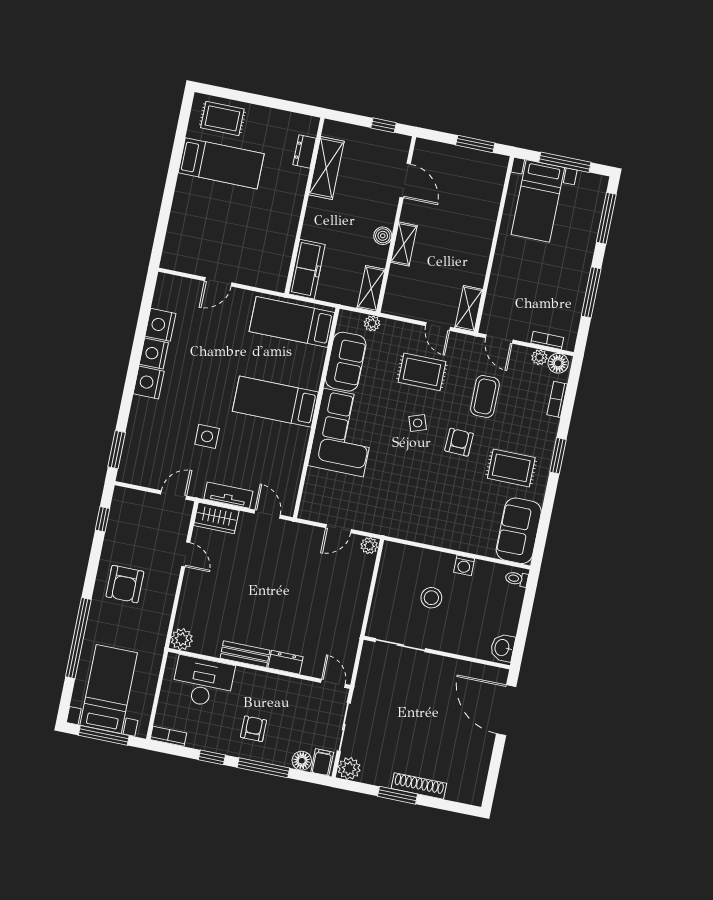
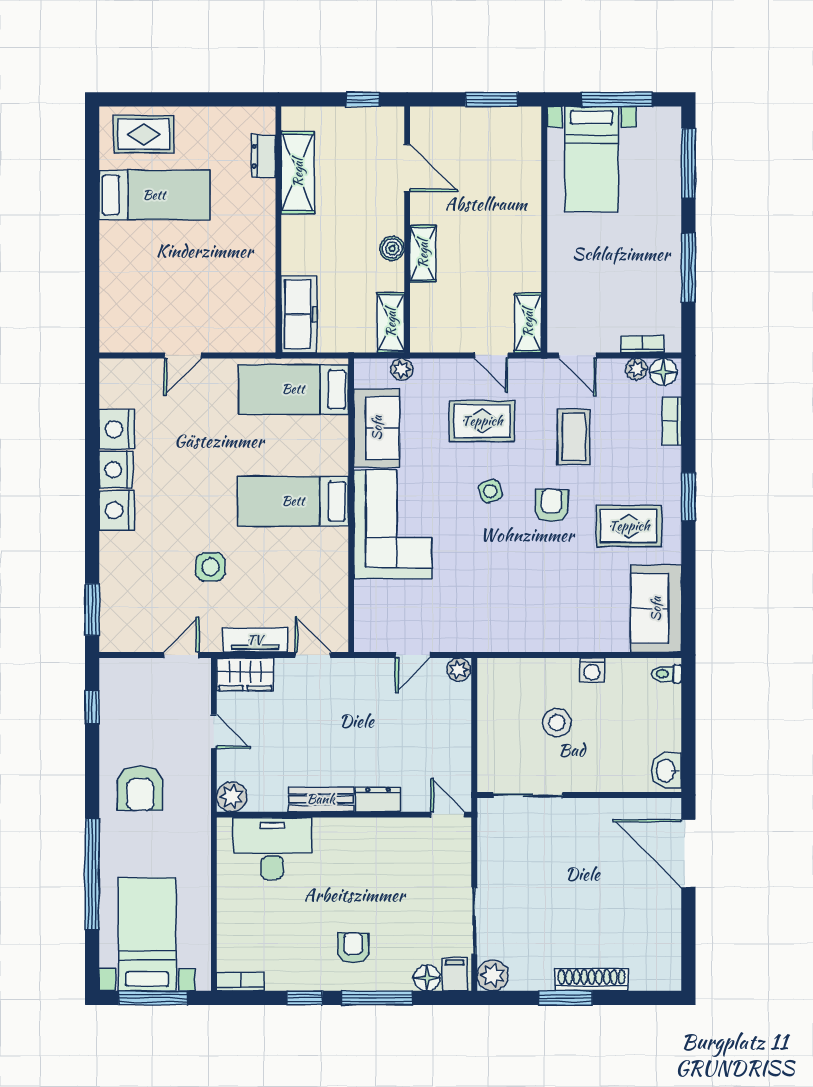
plant: (182, 639) -> (232, 797), moved
bench: (245, 654) -> (321, 799), moved
dresser: (286, 662) -> (378, 799), moved
wall: (259, 668) -> (344, 815), moved
desk: (203, 682) -> (272, 848), moved
door: (333, 683) -> (448, 815), moved

